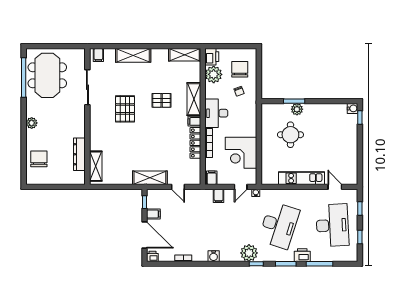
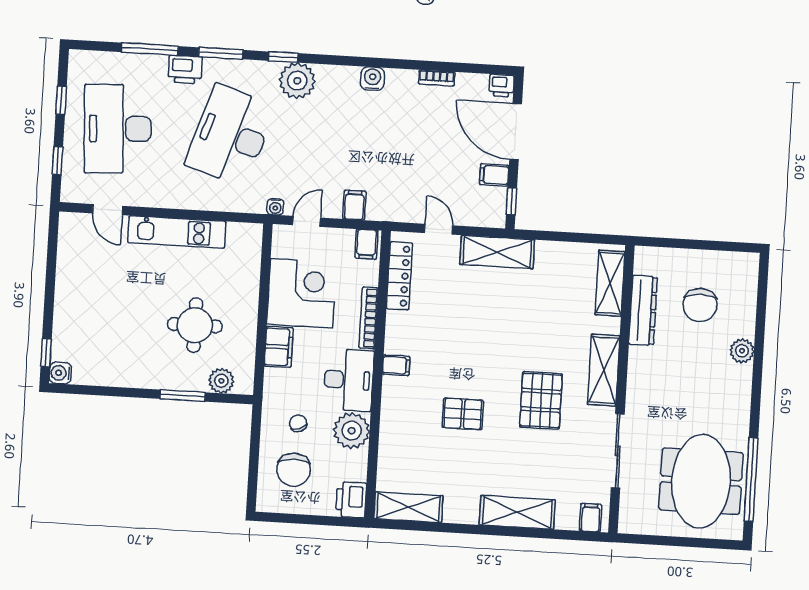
plant: (214, 74) -> (352, 431), moved
shelving: (194, 99) -> (604, 370), moved
plant: (297, 109) -> (221, 381), moved
plant: (32, 123) -> (742, 351), moved
filing cabinet: (250, 127) -> (279, 347), added
locker: (195, 143) -> (399, 276), moved
chair: (39, 159) -> (700, 305), moved

